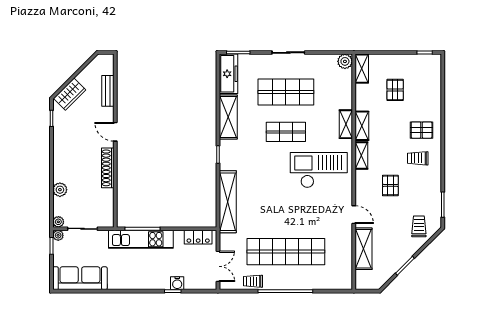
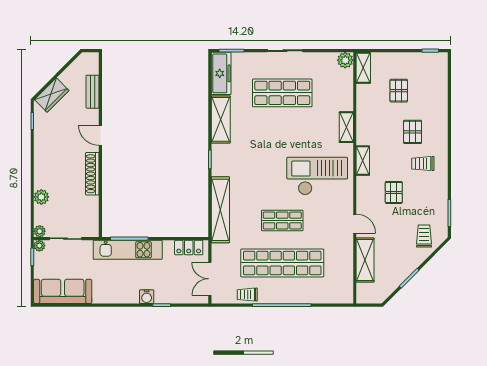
shelving: (362, 126) -> (363, 129), removed
pallet: (422, 130) -> (413, 132), moved, turned 90
shop shelf: (286, 132) -> (282, 220), moved
double door: (218, 266) -> (210, 279), swing flipped
water cooler: (177, 283) -> (147, 297), moved

